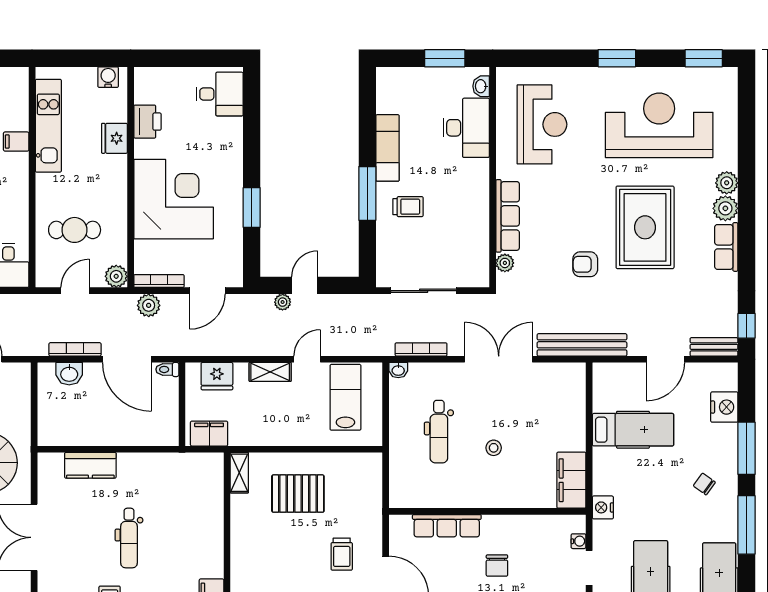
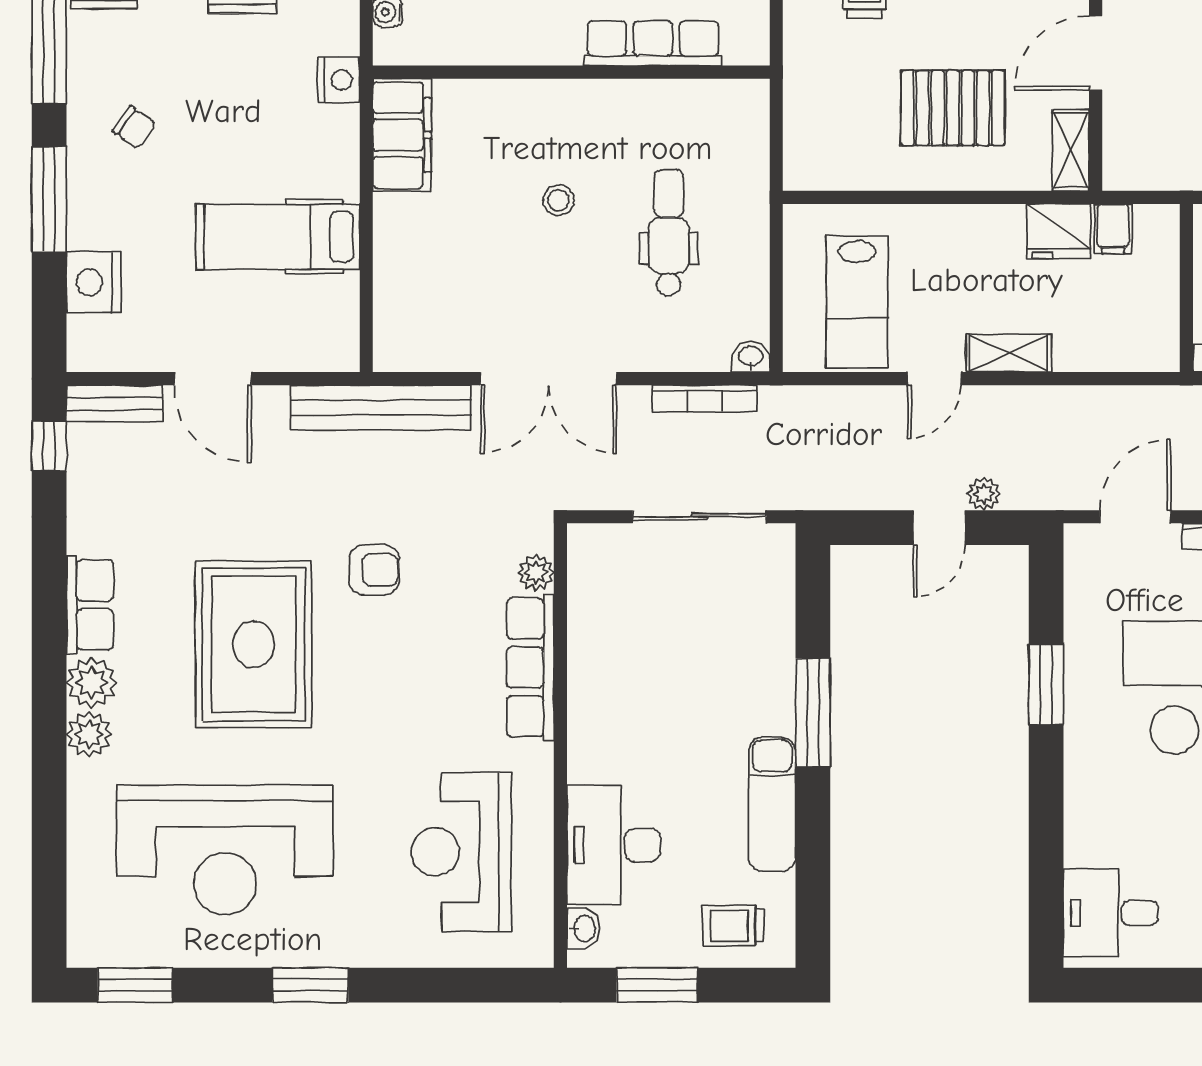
trolley: (408, 207) -> (733, 925), moved
door: (665, 359) -> (213, 379), swing flipped
fridge: (217, 376) -> (1059, 231), moved, turned 180
filing cabinet: (209, 434) -> (1113, 229), width x0.50
door: (227, 521) -> (1096, 53), added

